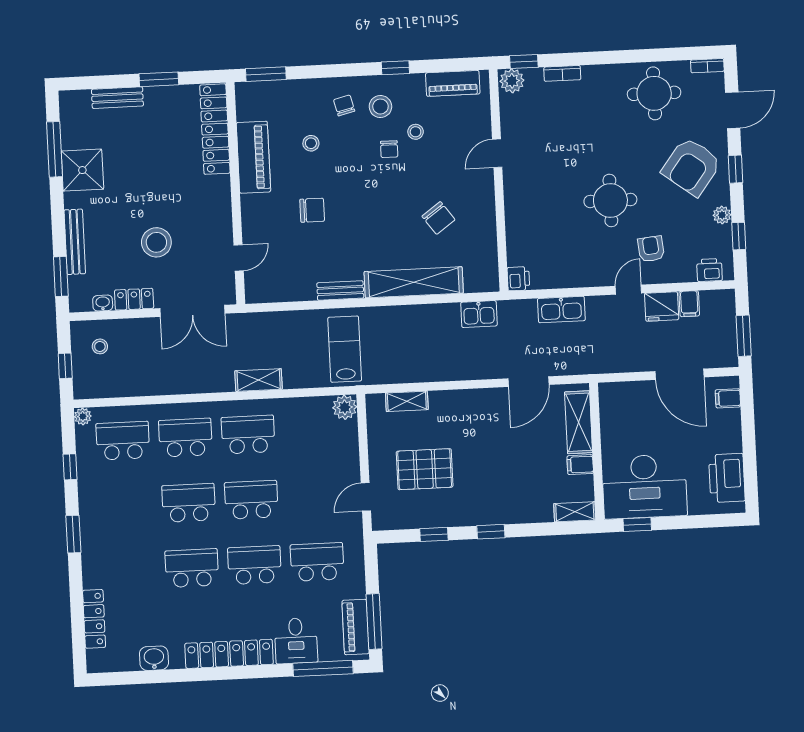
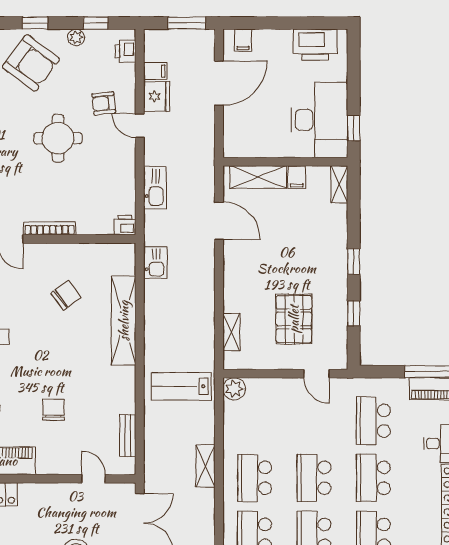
bookcase: (511, 196) -> (50, 228), added
bench: (340, 290) -> (128, 436), moved

